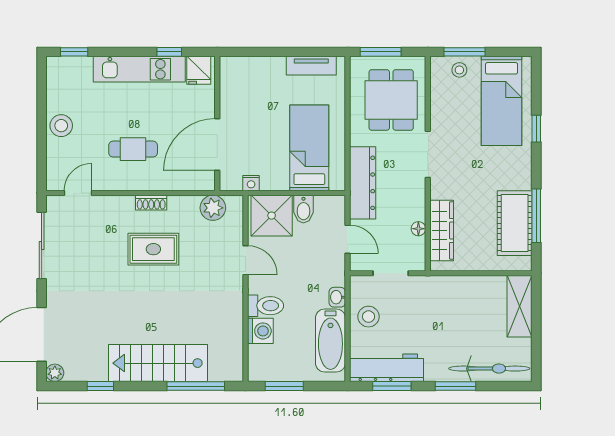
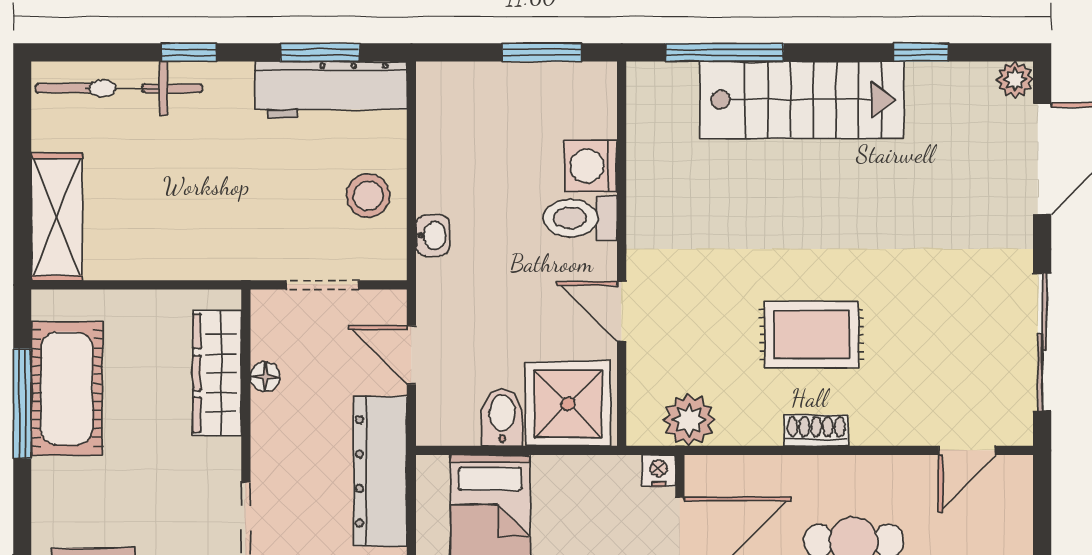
nightstand: (251, 183) -> (659, 471), moved
bathtub: (330, 341) -> (447, 146), removed
window: (455, 386) -> (189, 52), width x0.67

